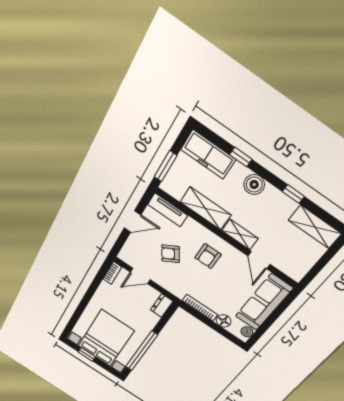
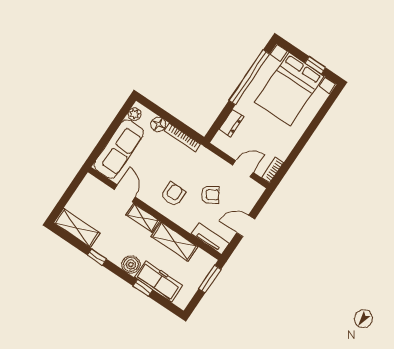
freezer: (208, 154) -> (159, 281), moved
dresser: (162, 306) -> (231, 123), moved

